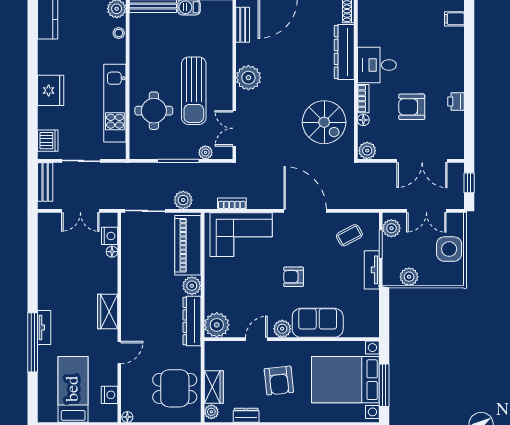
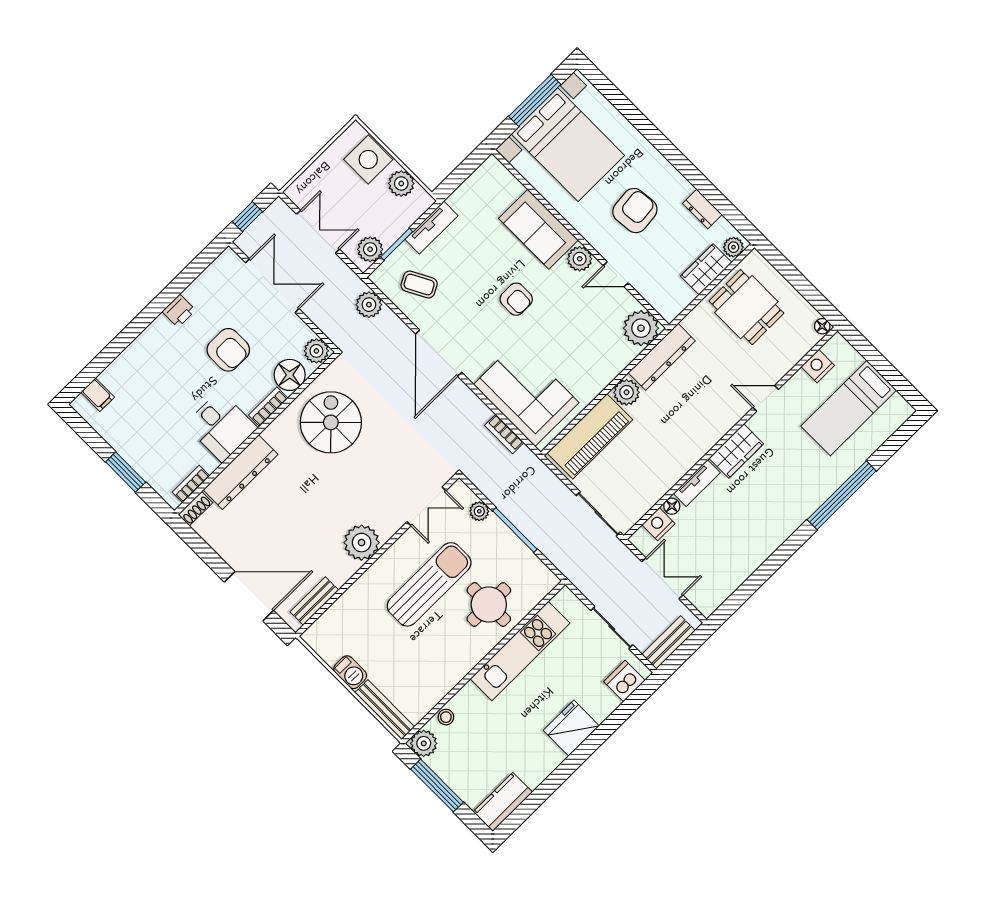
bookcase: (363, 21) -> (191, 484), added
floor lamp: (363, 120) -> (290, 375), width x1.89, depth x1.89
plant: (183, 200) -> (369, 305), moved
side table: (449, 249) -> (368, 160), moved
tv unit: (44, 328) -> (697, 483), moved, turned 180

